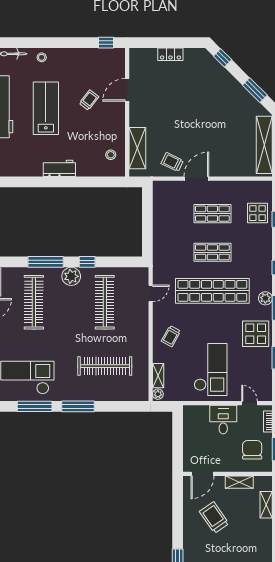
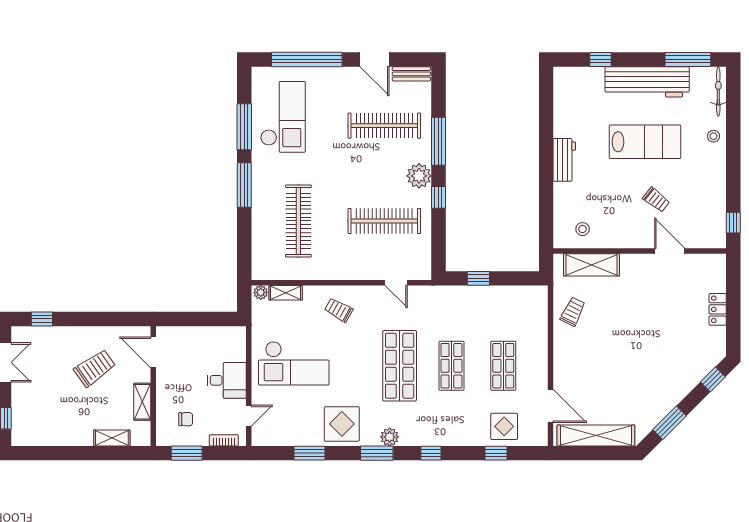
door: (196, 179) -> (551, 406), moved
window: (147, 232) -> (478, 278), added
shop shelf: (212, 291) -> (400, 366), width x0.71
chair: (252, 450) -> (186, 419), width x0.54, depth x0.54

